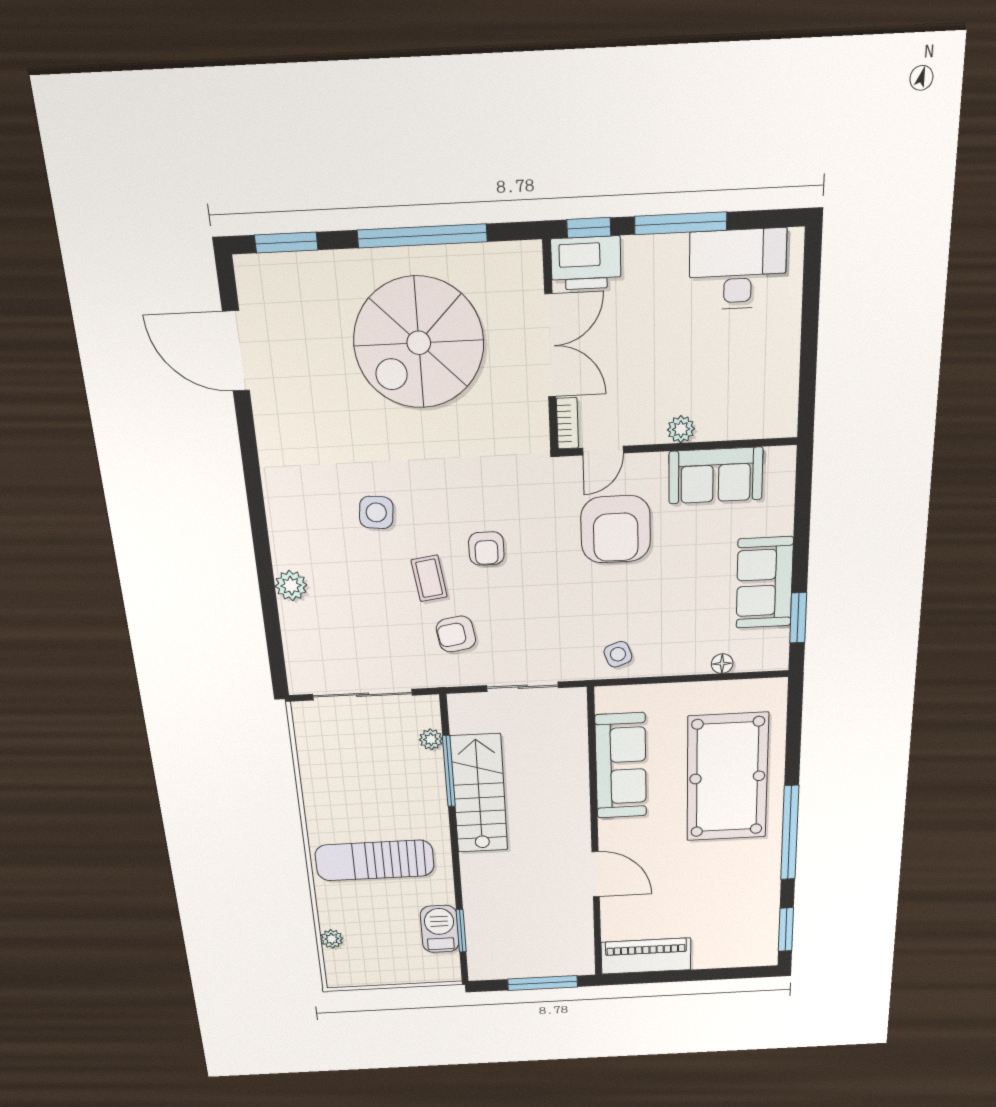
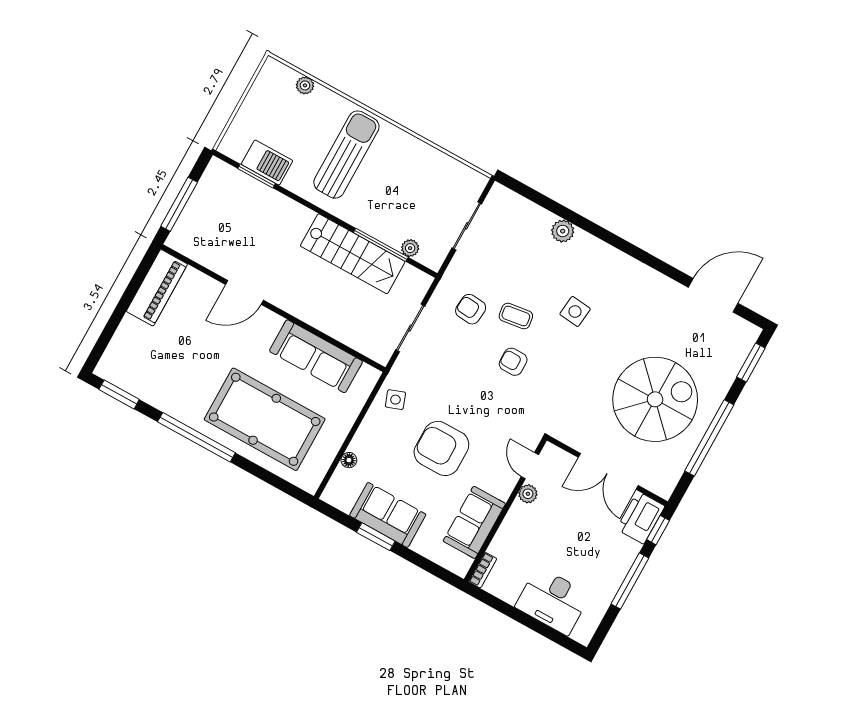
desk: (738, 269) -> (553, 601), moved, turned 90
spiral stairs: (419, 343) -> (655, 399), turned 90
bookcase: (567, 423) -> (483, 570), moved, turned -90
plant: (681, 429) -> (528, 494), moved
armchair: (616, 529) -> (441, 448), moved
window: (798, 618) -> (376, 537), moved
armchair: (456, 634) -> (471, 309), turned -76
sliding door: (363, 695) -> (467, 226), width x0.73

